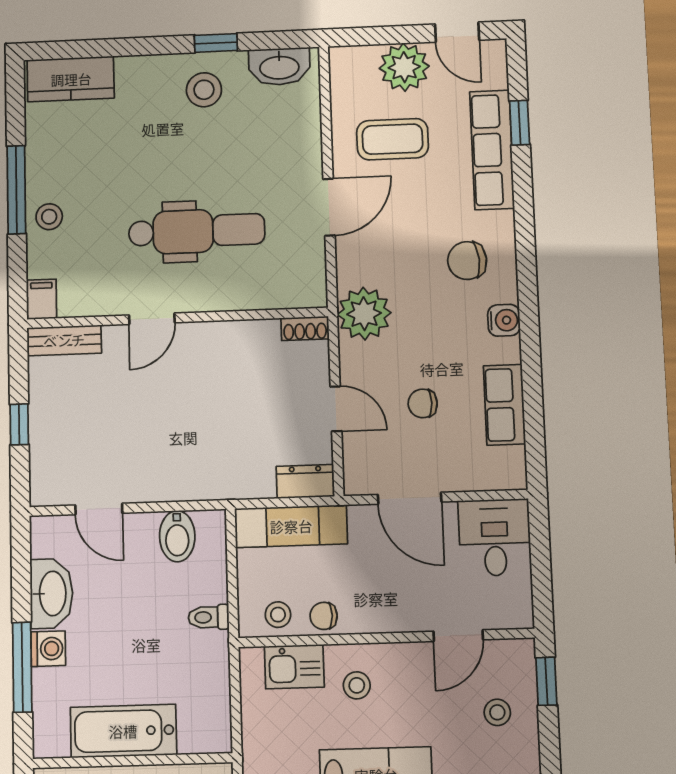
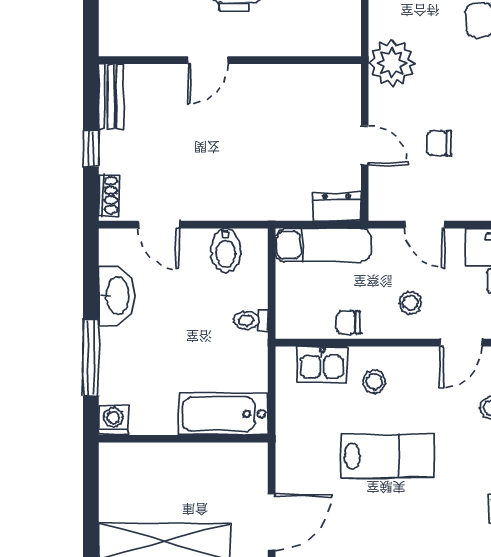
filing cabinet: (41, 299) -> (112, 39), removed
shoe rack: (305, 328) -> (109, 195), moved, turned -90
bench: (64, 340) -> (111, 96), moved, turned 90
door: (410, 498) -> (425, 225), width x0.73
stool: (278, 615) -> (410, 303), moved
washing machine: (48, 649) -> (113, 420), moved, turned -90
bathtub: (123, 731) -> (223, 414), moved

